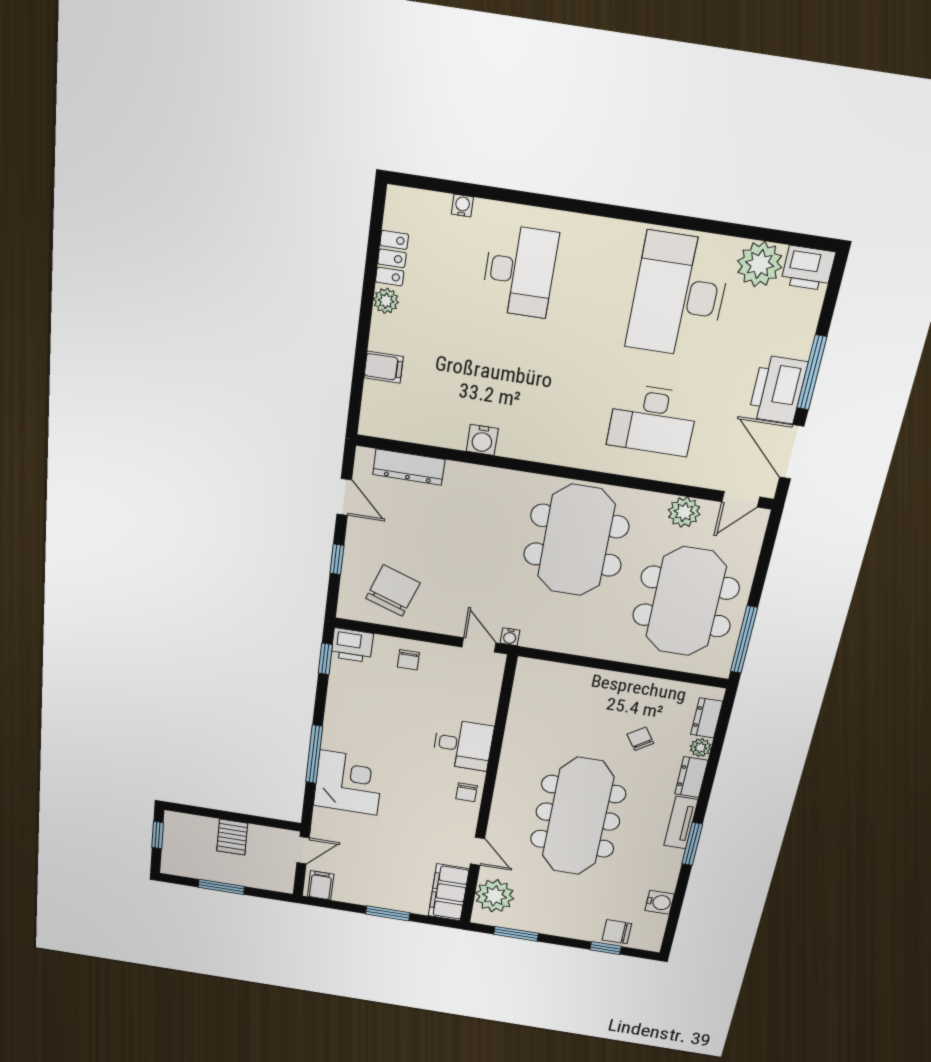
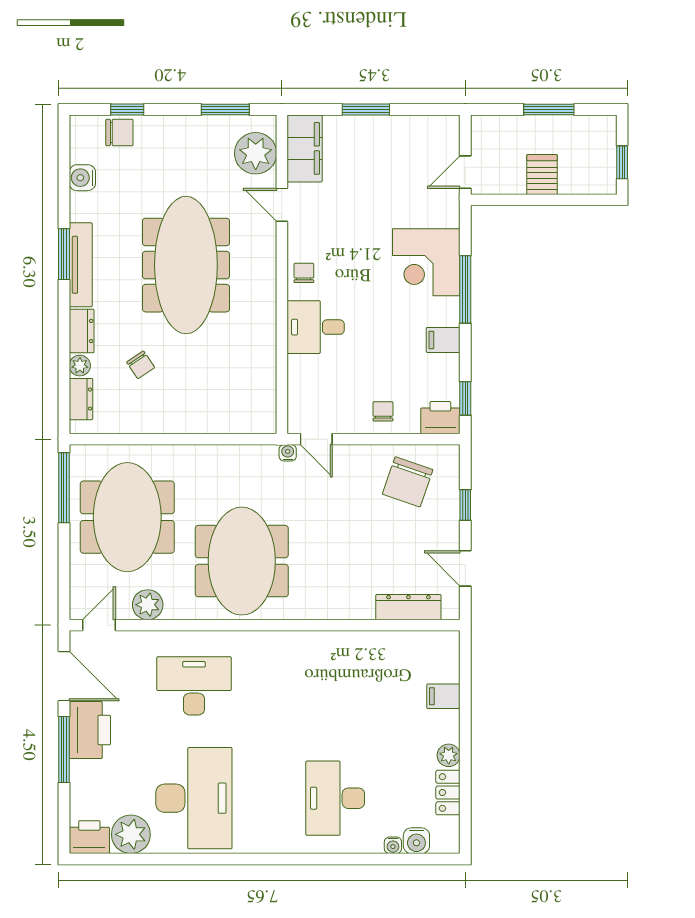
water cooler: (482, 440) -> (416, 841), moved, turned 180
tv unit: (681, 823) -> (81, 265), width x1.41
filing cabinet: (321, 885) -> (443, 340), moved, turned 90

